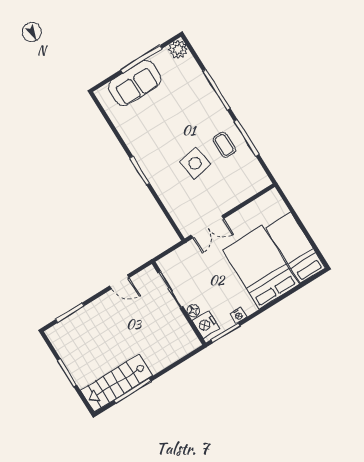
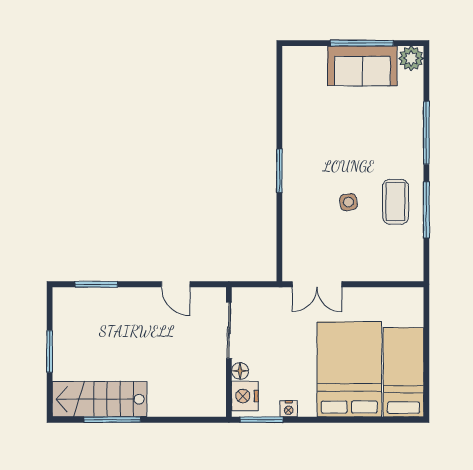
sofa: (135, 83) -> (362, 66), moved
coffee table: (224, 145) -> (395, 202), width x1.36, depth x1.30
side table: (195, 163) -> (348, 202), width x0.54, depth x0.54

